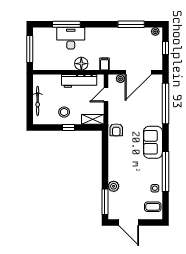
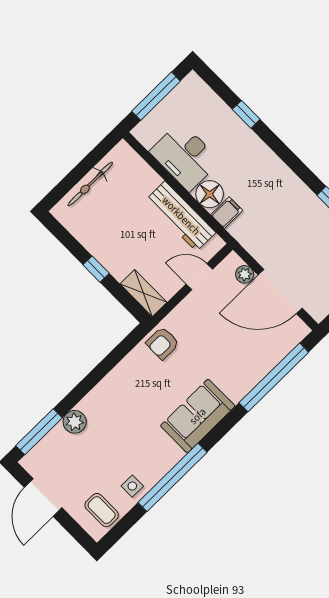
window: (66, 24) -> (246, 114), width x0.46
desk: (71, 38) -> (185, 156), moved, turned 180
filing cabinet: (105, 64) -> (227, 213), moved
stool: (64, 112) -> (113, 240), removed

